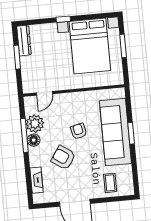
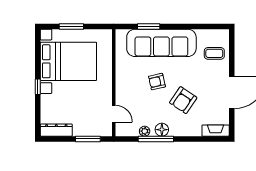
window: (17, 57) -> (88, 139), moved
plant: (35, 124) -> (145, 131), width x0.53, depth x0.53
window: (131, 133) -> (149, 26), moved
fireplace: (37, 180) -> (216, 131), moved

